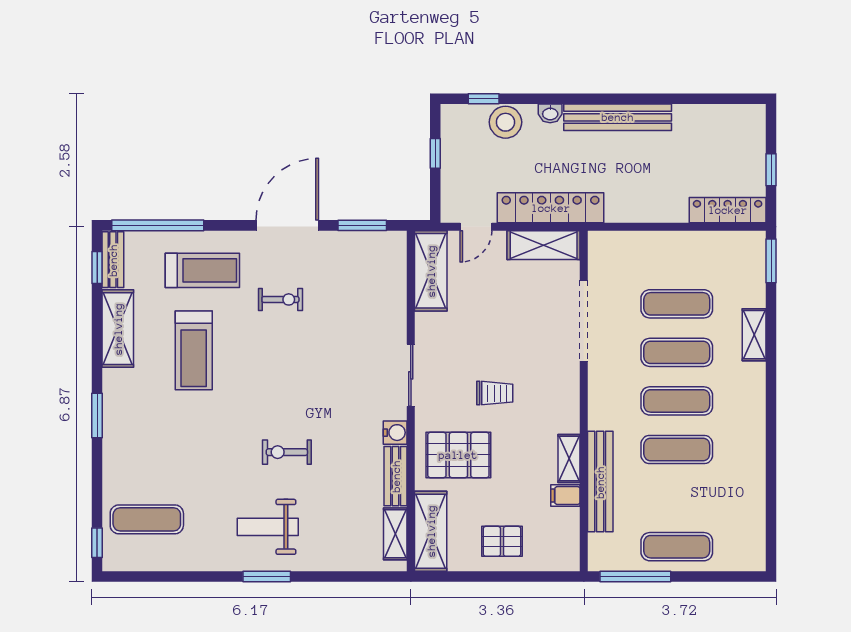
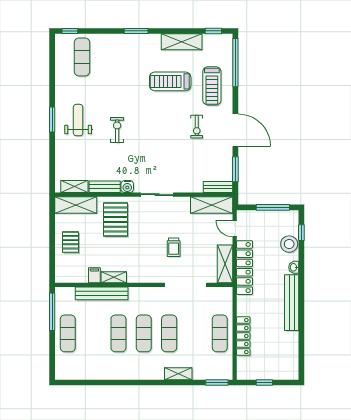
window: (435, 153) -> (273, 207), width x2.17
locker: (728, 210) -> (243, 336), moved
bench: (113, 260) -> (218, 187), moved
exercise mat: (677, 304) -> (220, 333), moved
trolley: (495, 393) -> (174, 247), moved

